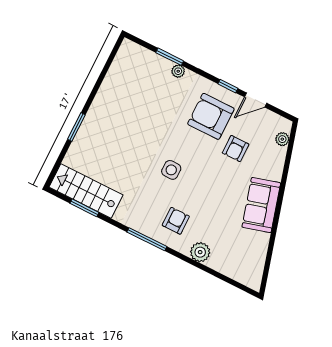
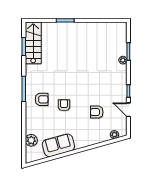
armchair: (211, 116) -> (64, 105), moved, width x0.53, depth x0.53
side table: (171, 170) -> (68, 83), removed
sofa: (261, 205) -> (58, 145), moved
plant: (200, 252) -> (31, 140), moved

